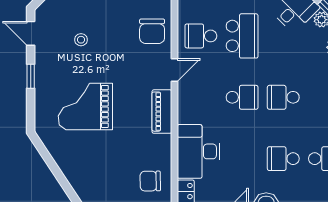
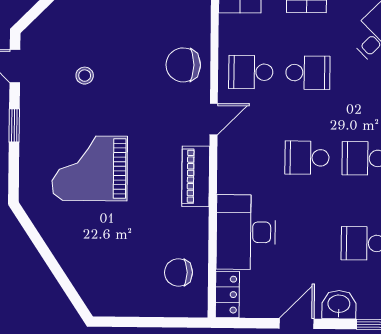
chair: (152, 31) -> (183, 65), turned 90
school desk: (242, 36) -> (308, 73), width x0.54
school desk: (242, 97) -> (307, 158), turned 180

